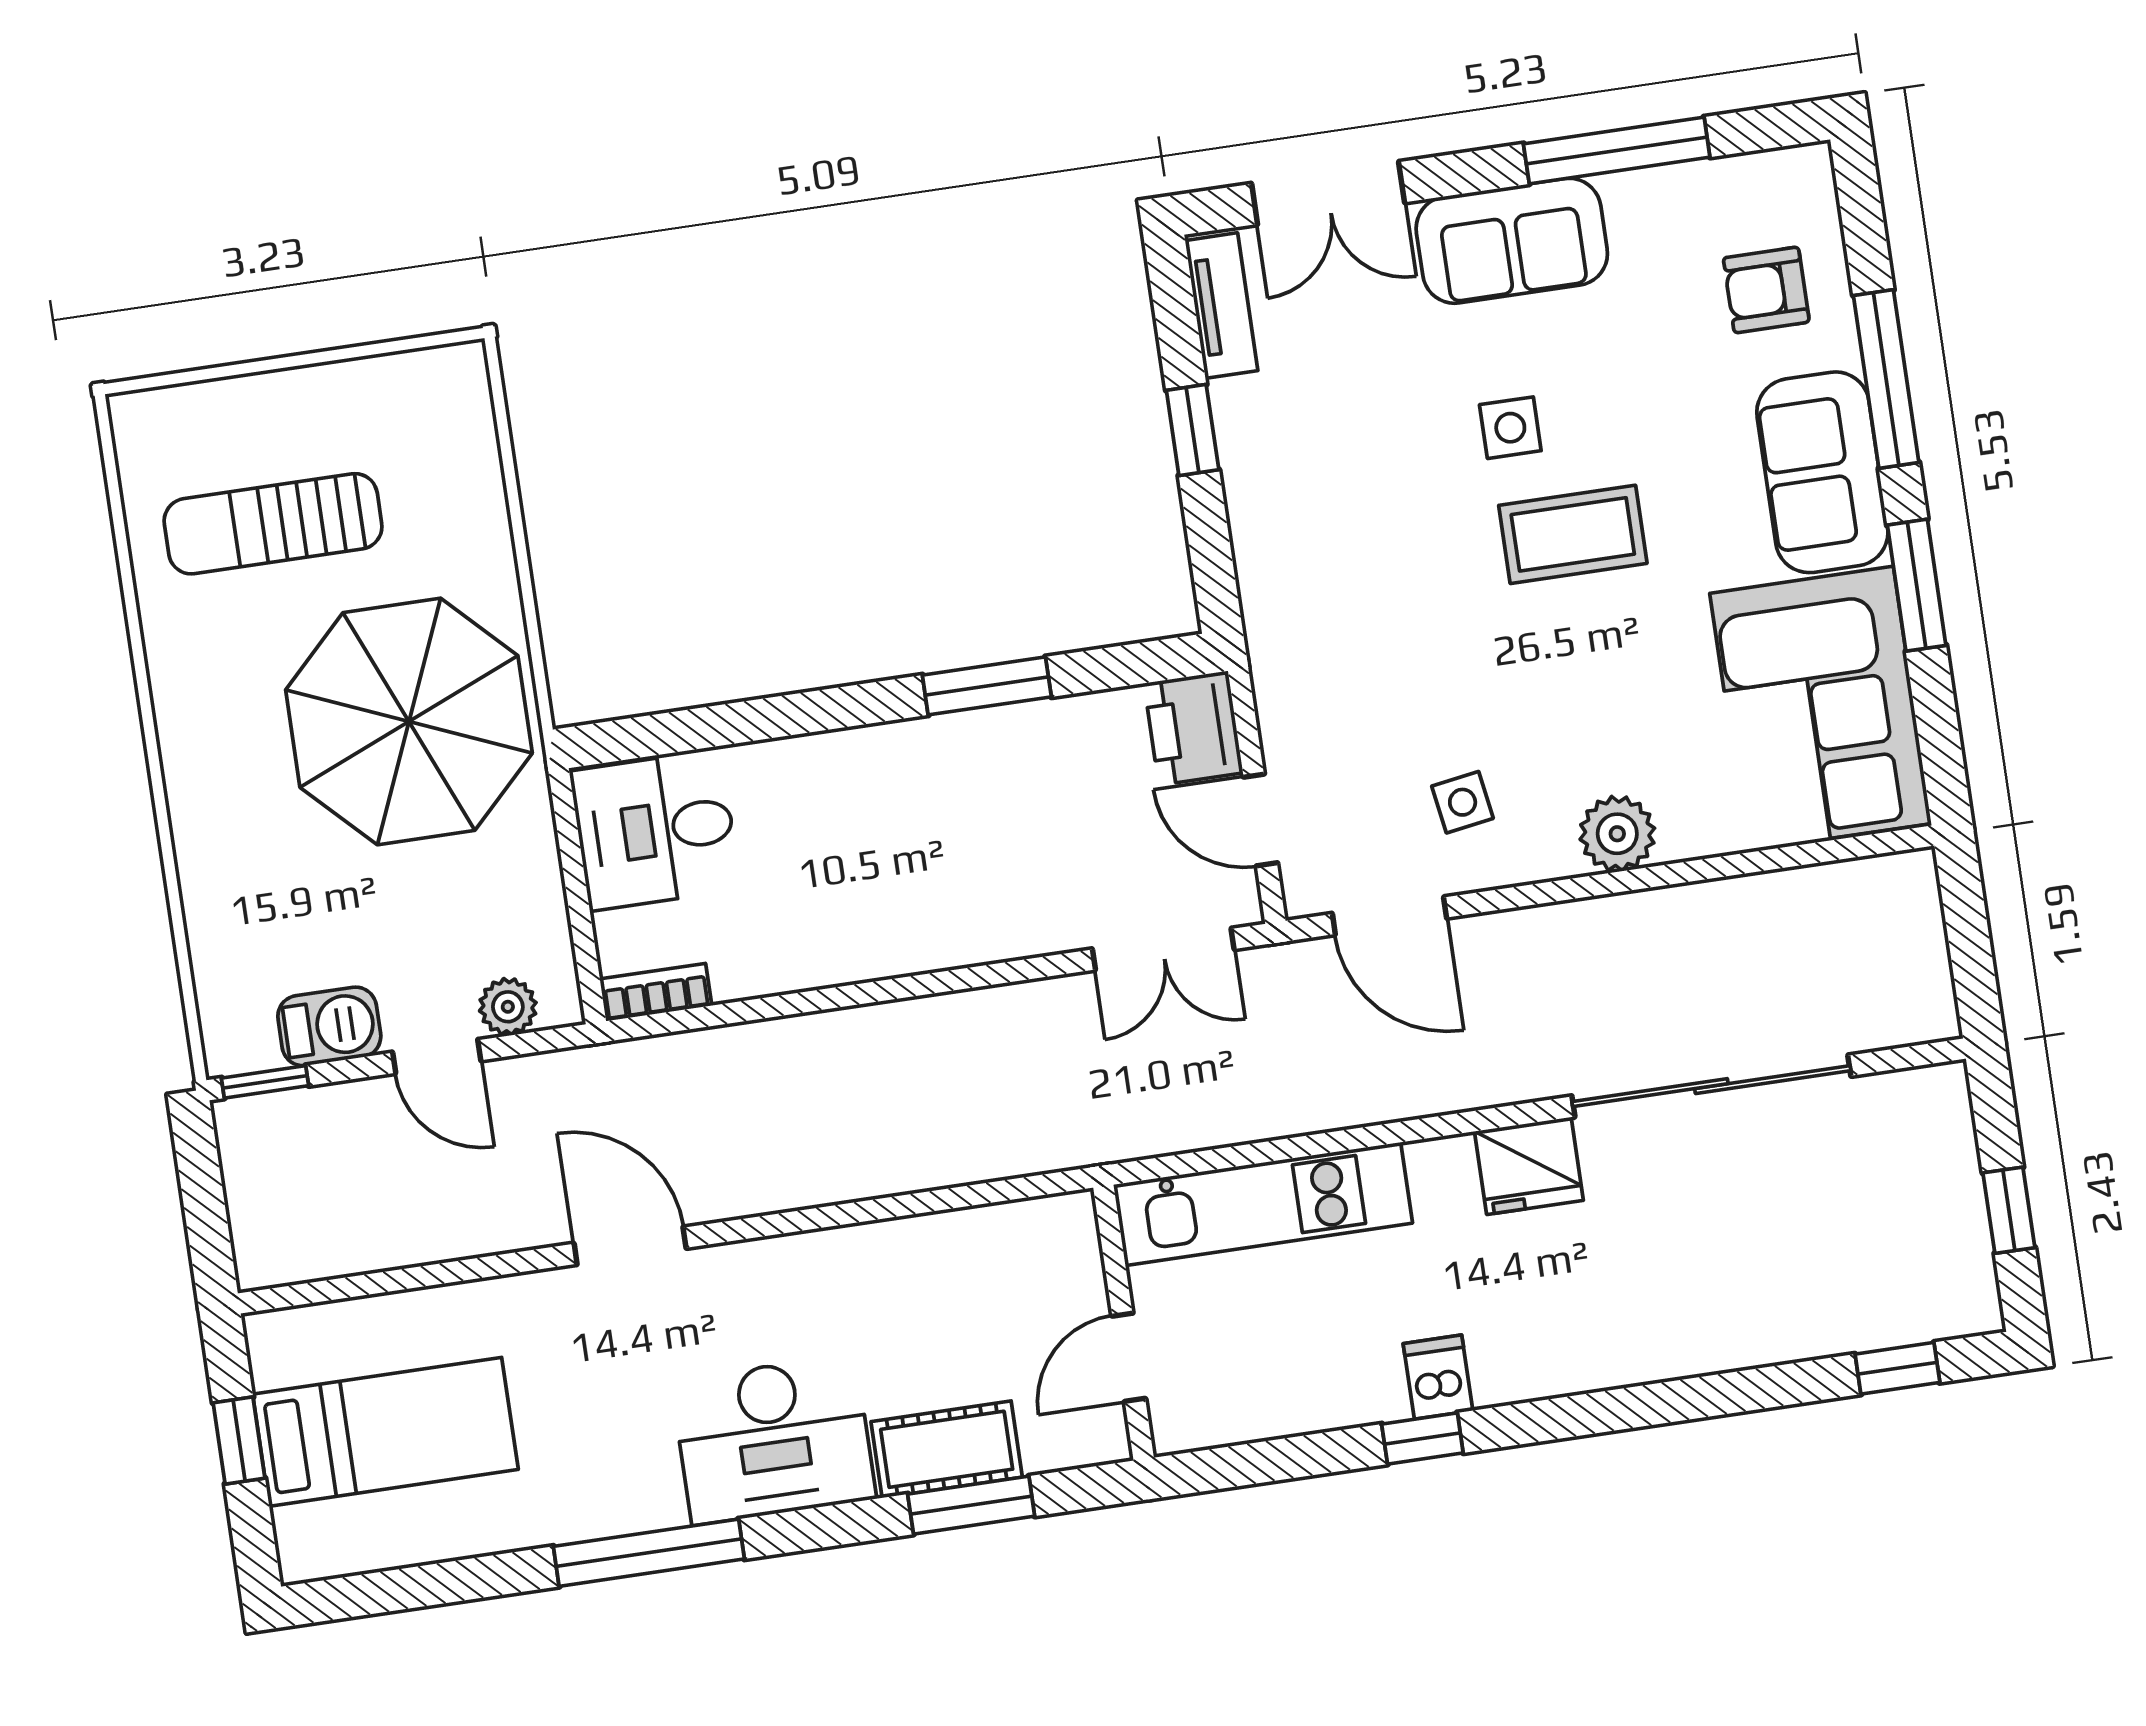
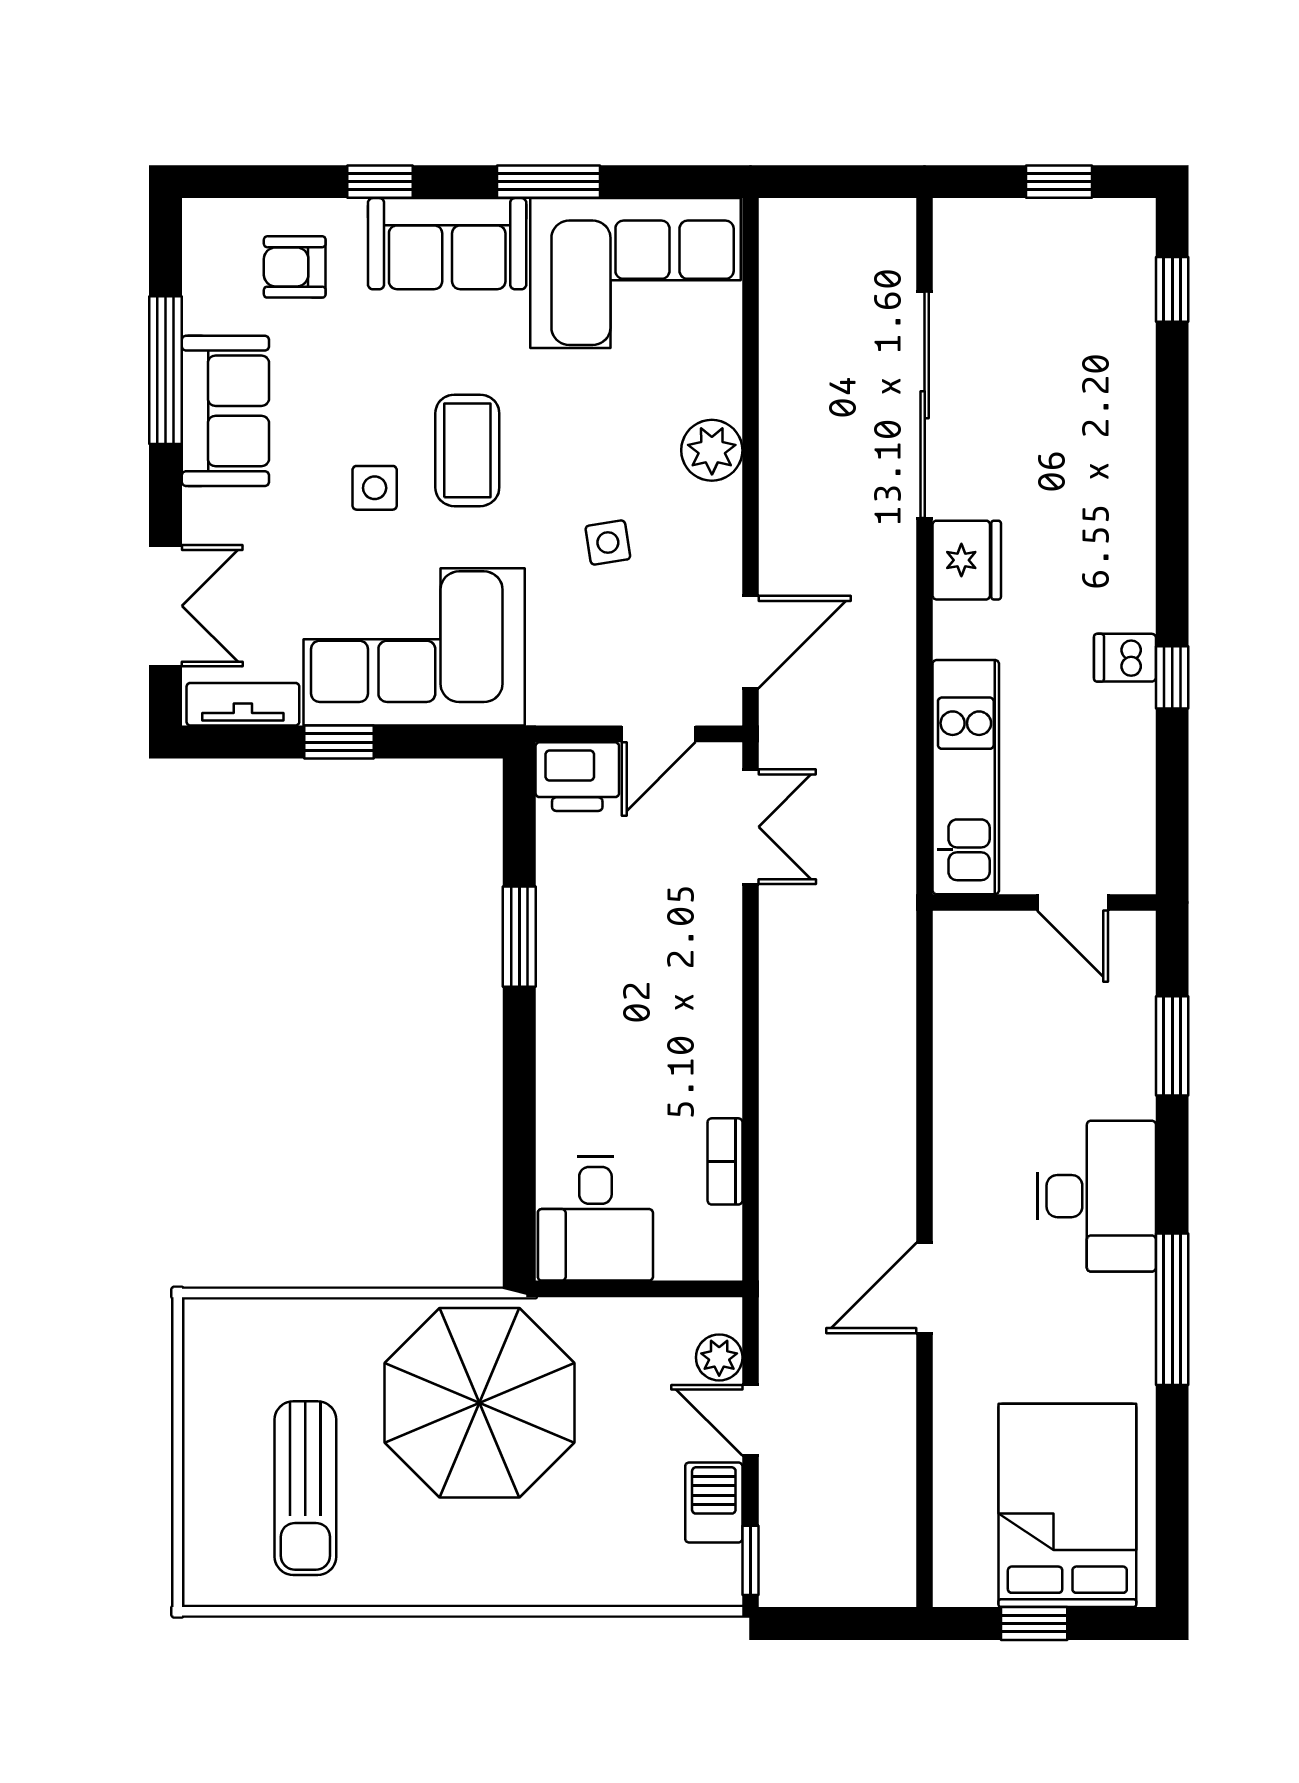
sofa: (1512, 241) -> (225, 411), moved
armchair: (1766, 290) -> (295, 267), turned 90
window: (1886, 379) -> (380, 182), width x0.46
corner sofa: (1323, 505) -> (414, 647), added
side table: (1463, 802) -> (608, 543), moved
bookcase: (656, 992) -> (725, 1161), moved
door: (437, 1056) -> (750, 1420), swing flipped
bed: (385, 1432) -> (1067, 1505), width x1.50
cot: (947, 1449) -> (1125, 1059), removed

